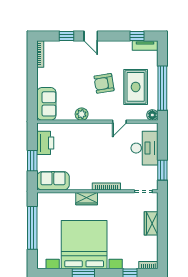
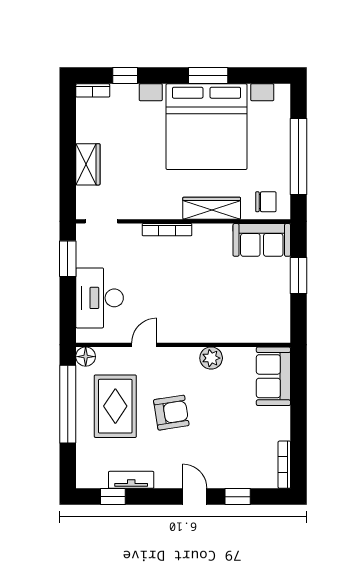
tv unit: (145, 45) -> (131, 480), moved
printer: (45, 143) -> (275, 307), removed
wardrobe: (87, 199) -> (212, 208), width x1.50
chair: (51, 202) -> (266, 202), added

